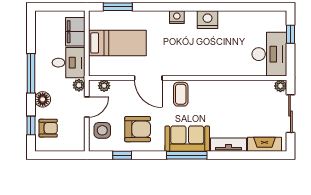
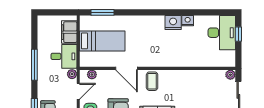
nightstand: (177, 17) -> (188, 21), moved
desk: (269, 54) -> (222, 33), moved
floor lamp: (43, 99) -> (43, 85), removed

